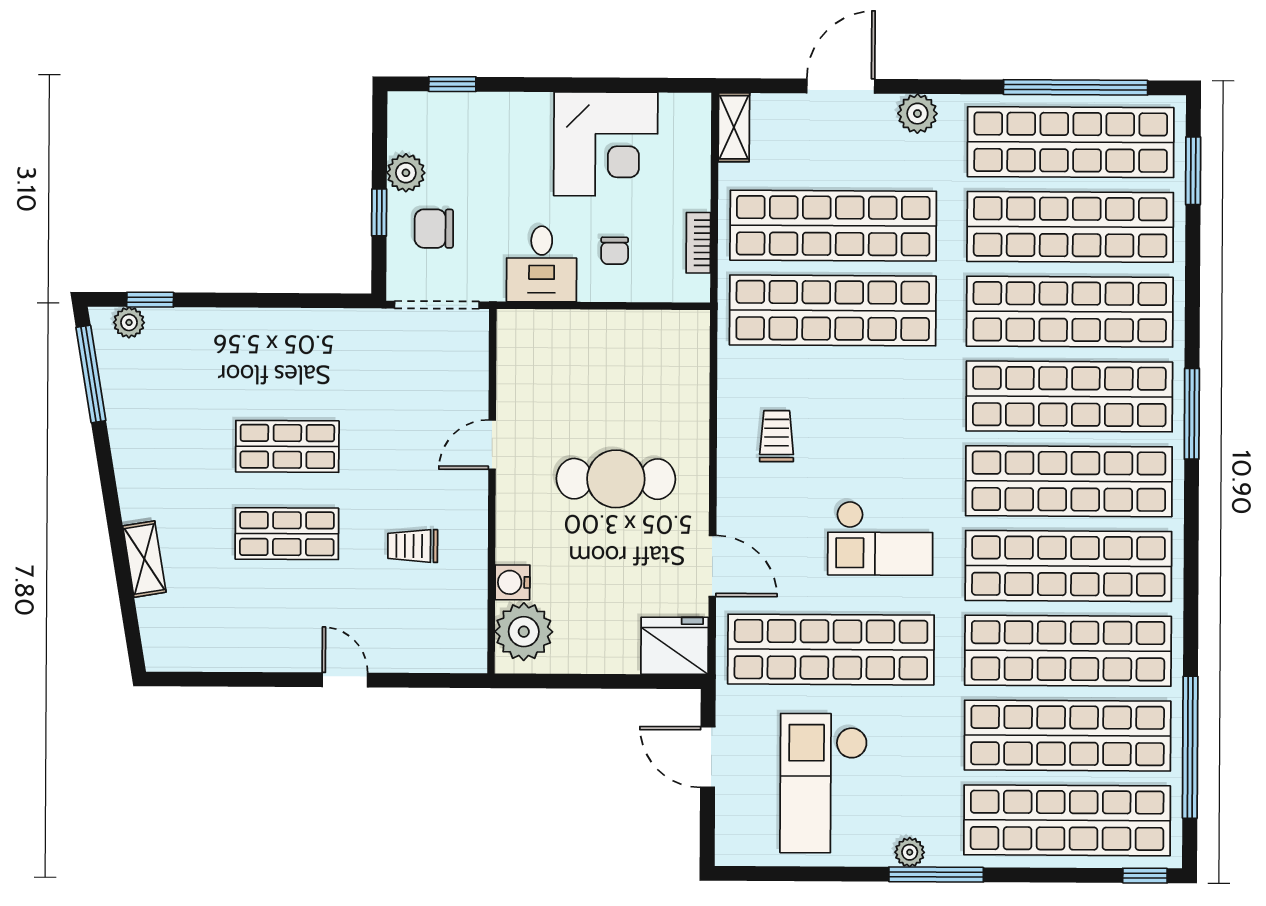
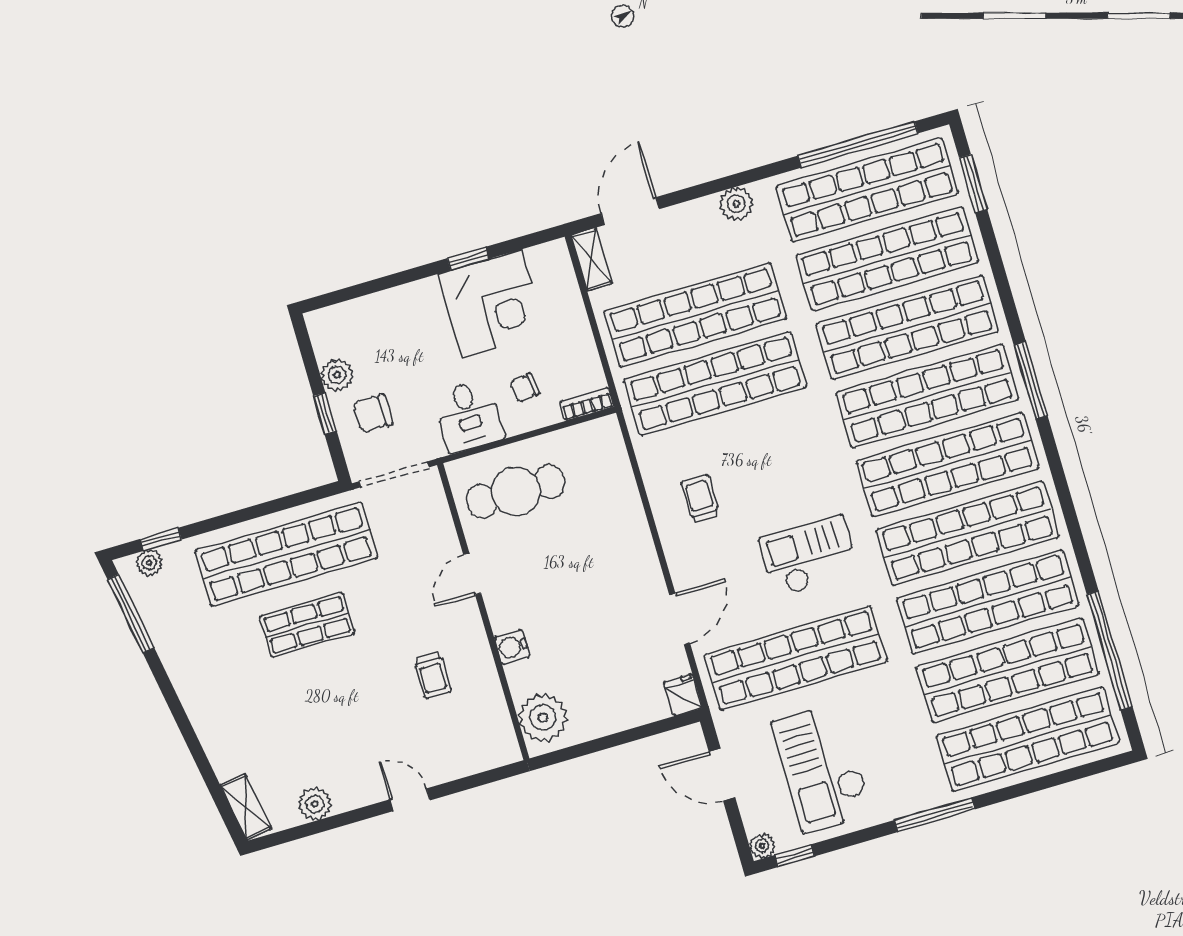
window: (452, 84) -> (468, 258), moved
door: (841, 86) -> (630, 211), moved
bookcase: (698, 243) -> (587, 404), moved, turned 90
chair: (615, 251) -> (525, 388), turned 83
cafe table: (616, 479) -> (516, 491), moved
shop shelf: (287, 534) -> (286, 554), moved, width x2.00, depth x1.36
checkout: (880, 538) -> (809, 556), turned 180
trolley: (413, 546) -> (432, 675), turned -90
shelving: (144, 559) -> (246, 807), moved
door: (712, 566) -> (680, 619), hinge flipped
water cooler: (512, 582) -> (512, 647), moved
fridge: (675, 646) -> (683, 695), width x0.53, depth x0.75
plant: (235, 652) -> (315, 804), added
plant: (910, 852) -> (762, 846), moved
window: (1145, 876) -> (795, 856), moved

